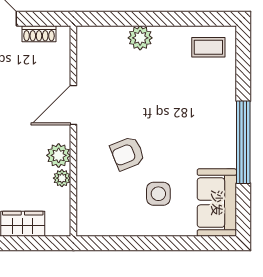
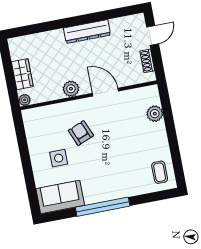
plant: (140, 38) -> (155, 114), moved
plant: (62, 178) -> (25, 100), moved

